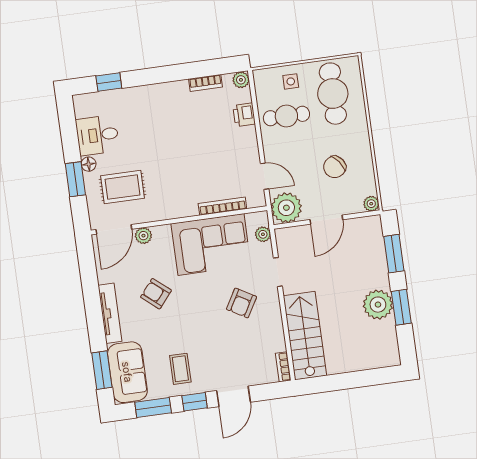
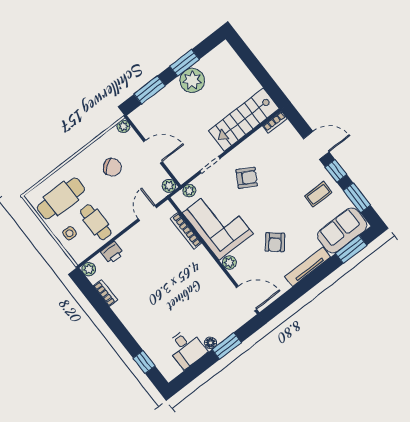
rug: (123, 187) -> (213, 309), removed
plant: (286, 208) -> (169, 186), width x0.53, depth x0.53
plant: (143, 236) -> (229, 263), moved

